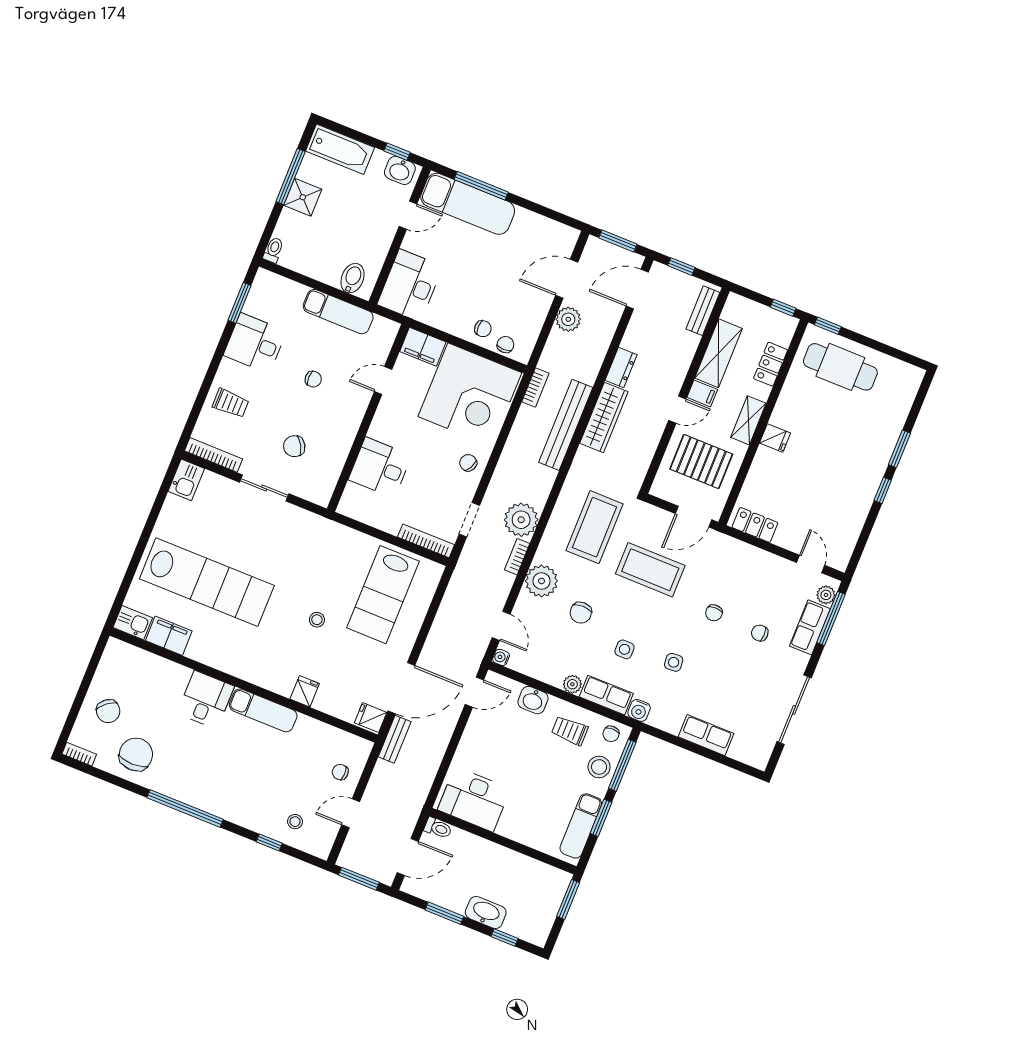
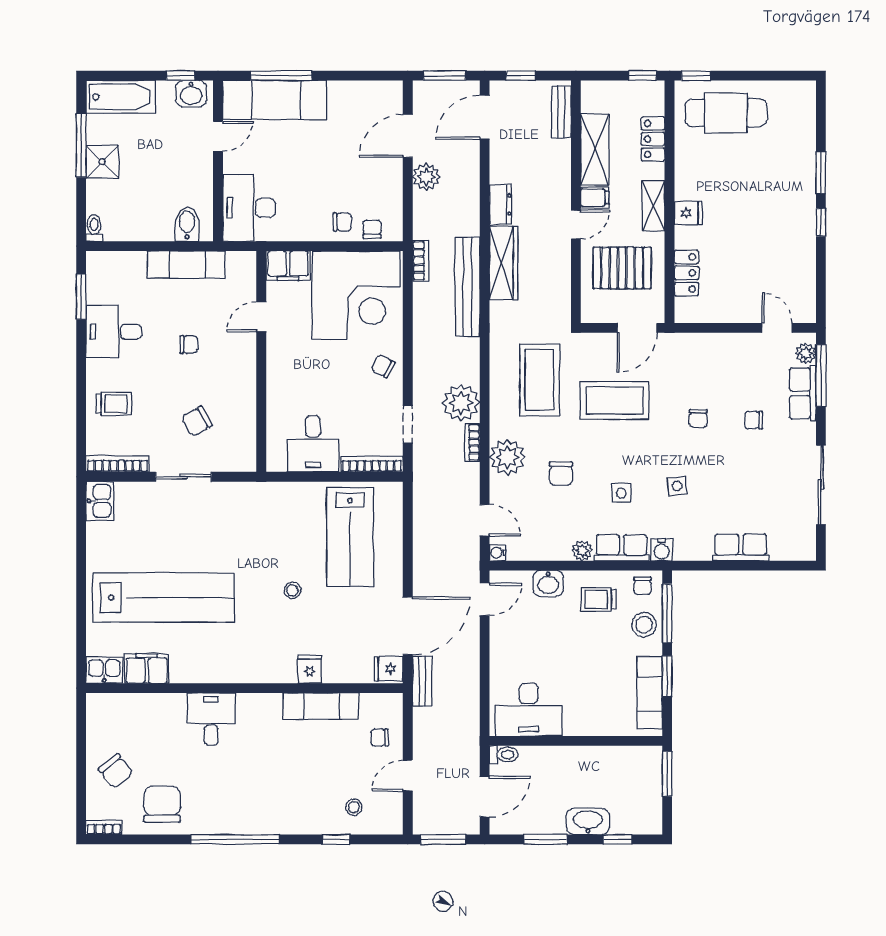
desk: (380, 468) -> (313, 444), moved, turned -90
locker: (755, 525) -> (687, 273), moved, turned 90
exam couch: (263, 710) -> (321, 706), moved

